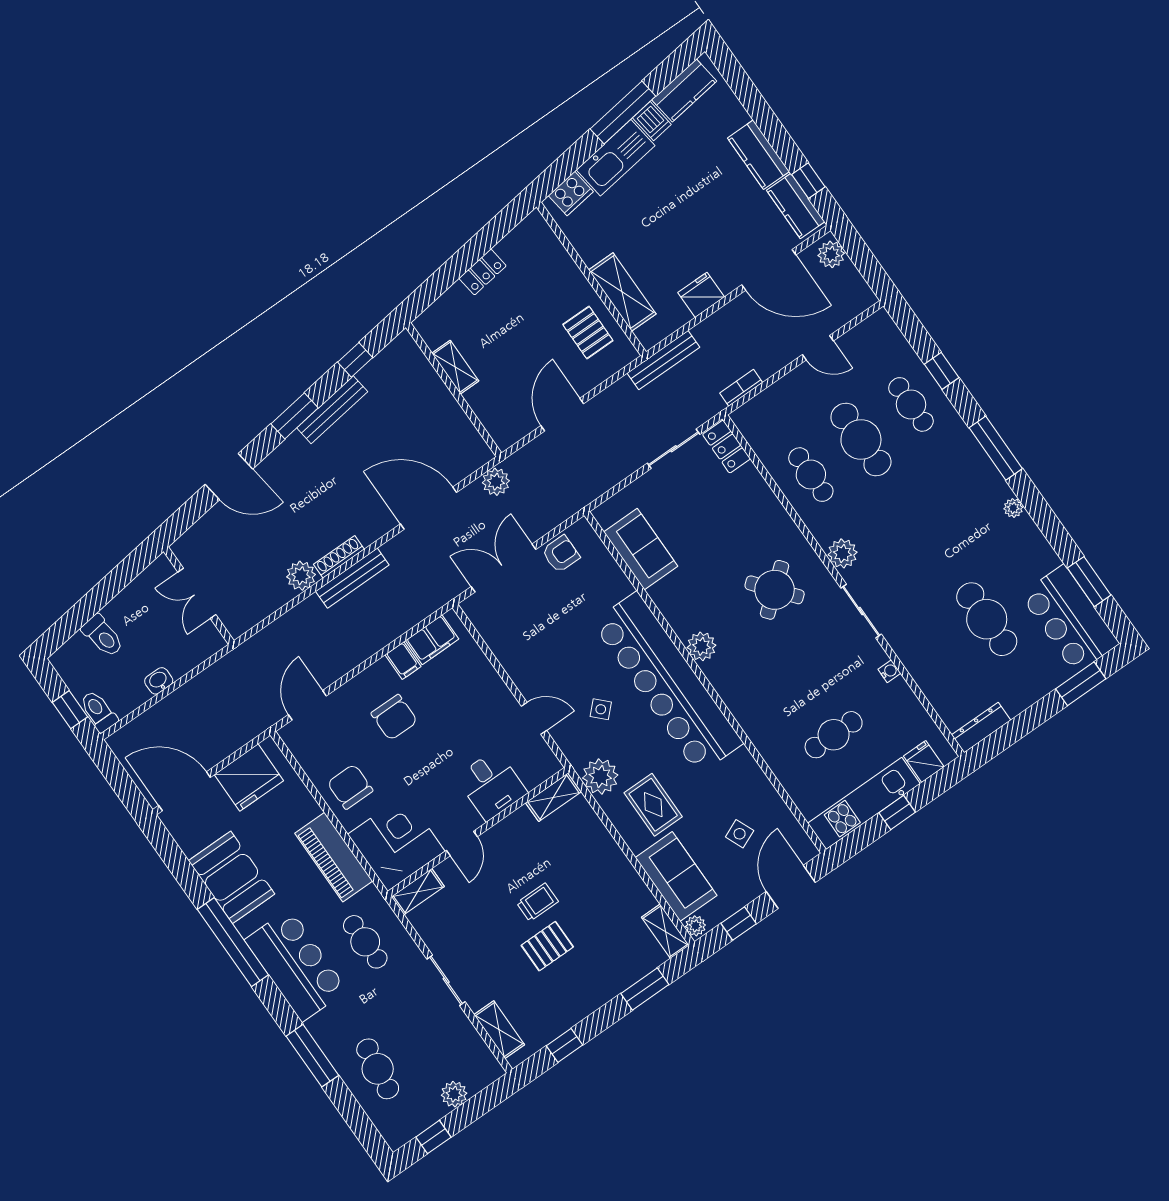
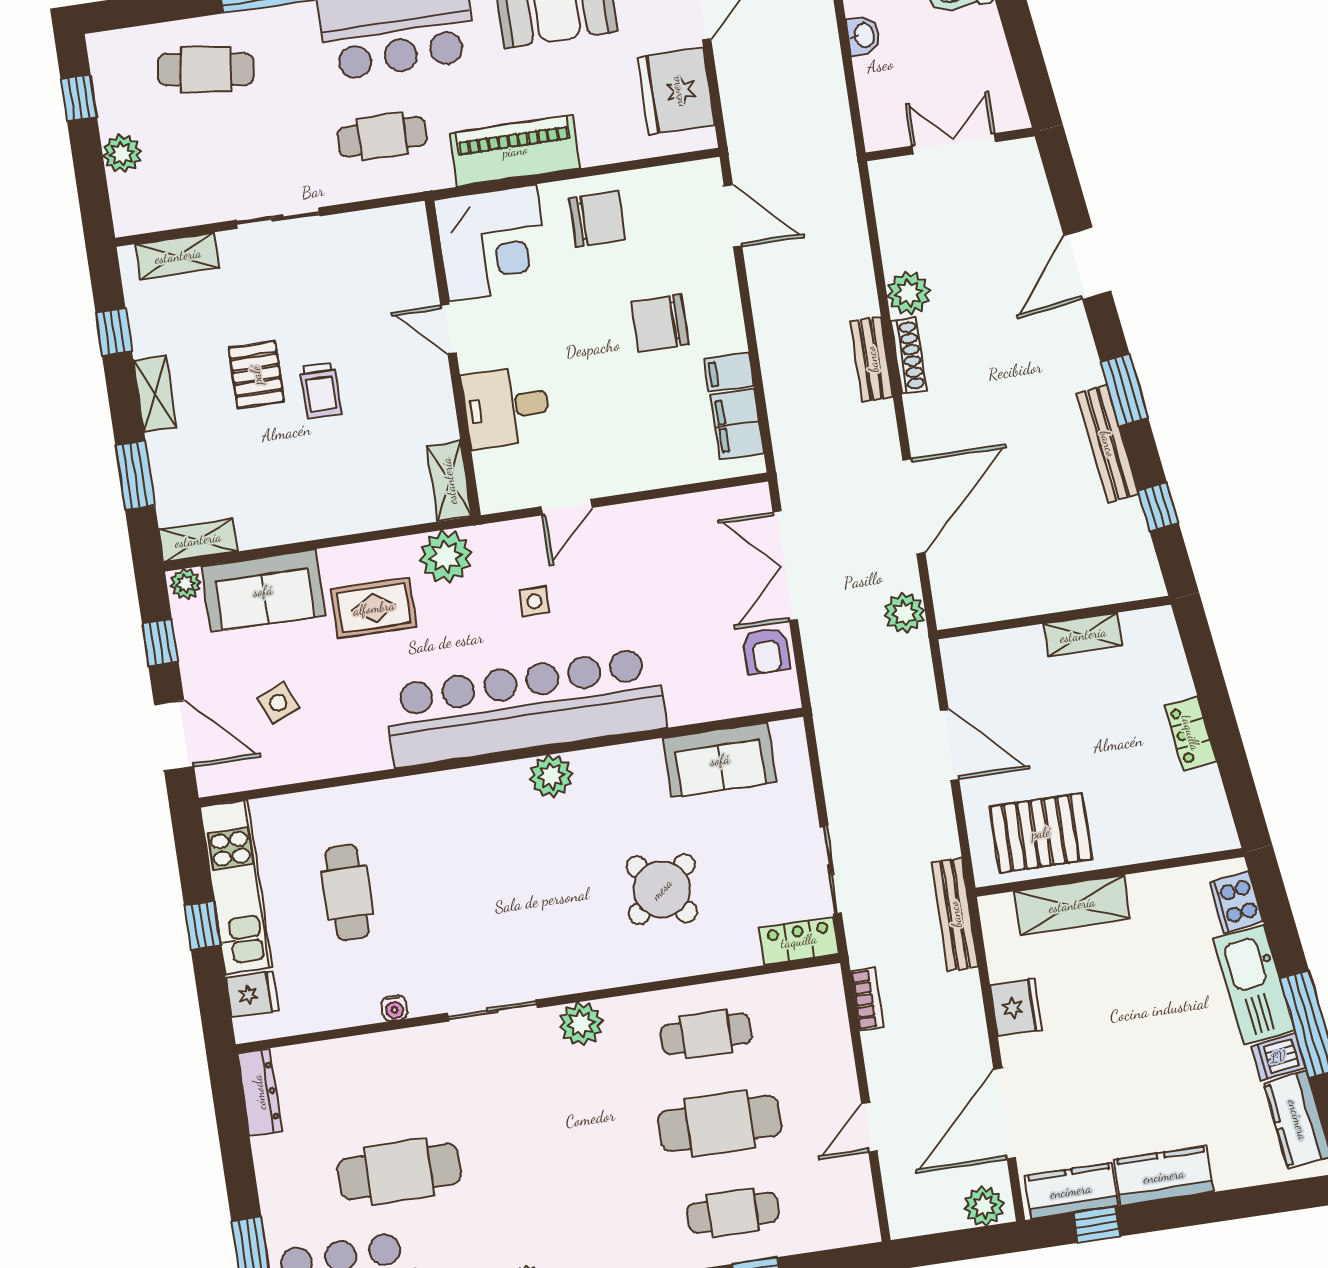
pallet: (588, 333) -> (1041, 833), width x1.50, depth x1.42
double door: (504, 568) -> (785, 566), swing flipped
bench: (352, 578) -> (872, 359), width x0.73
round table: (775, 590) -> (662, 889), moved
side table: (601, 709) -> (534, 601), turned 45
shelving: (418, 892) -> (155, 394), moved

